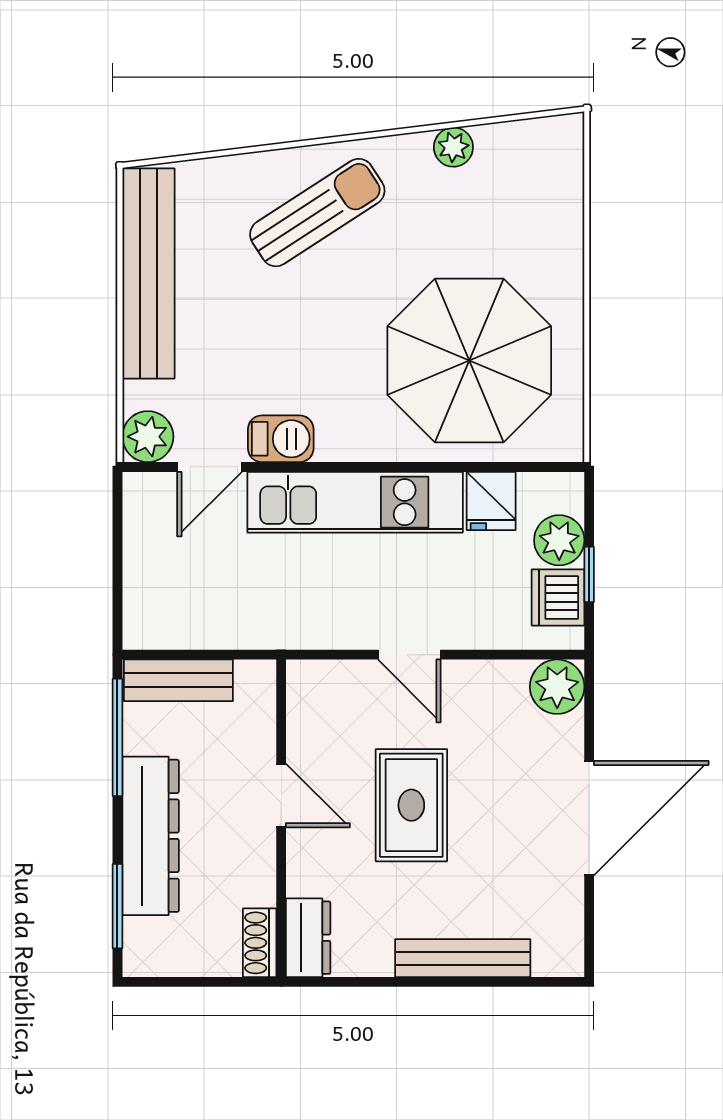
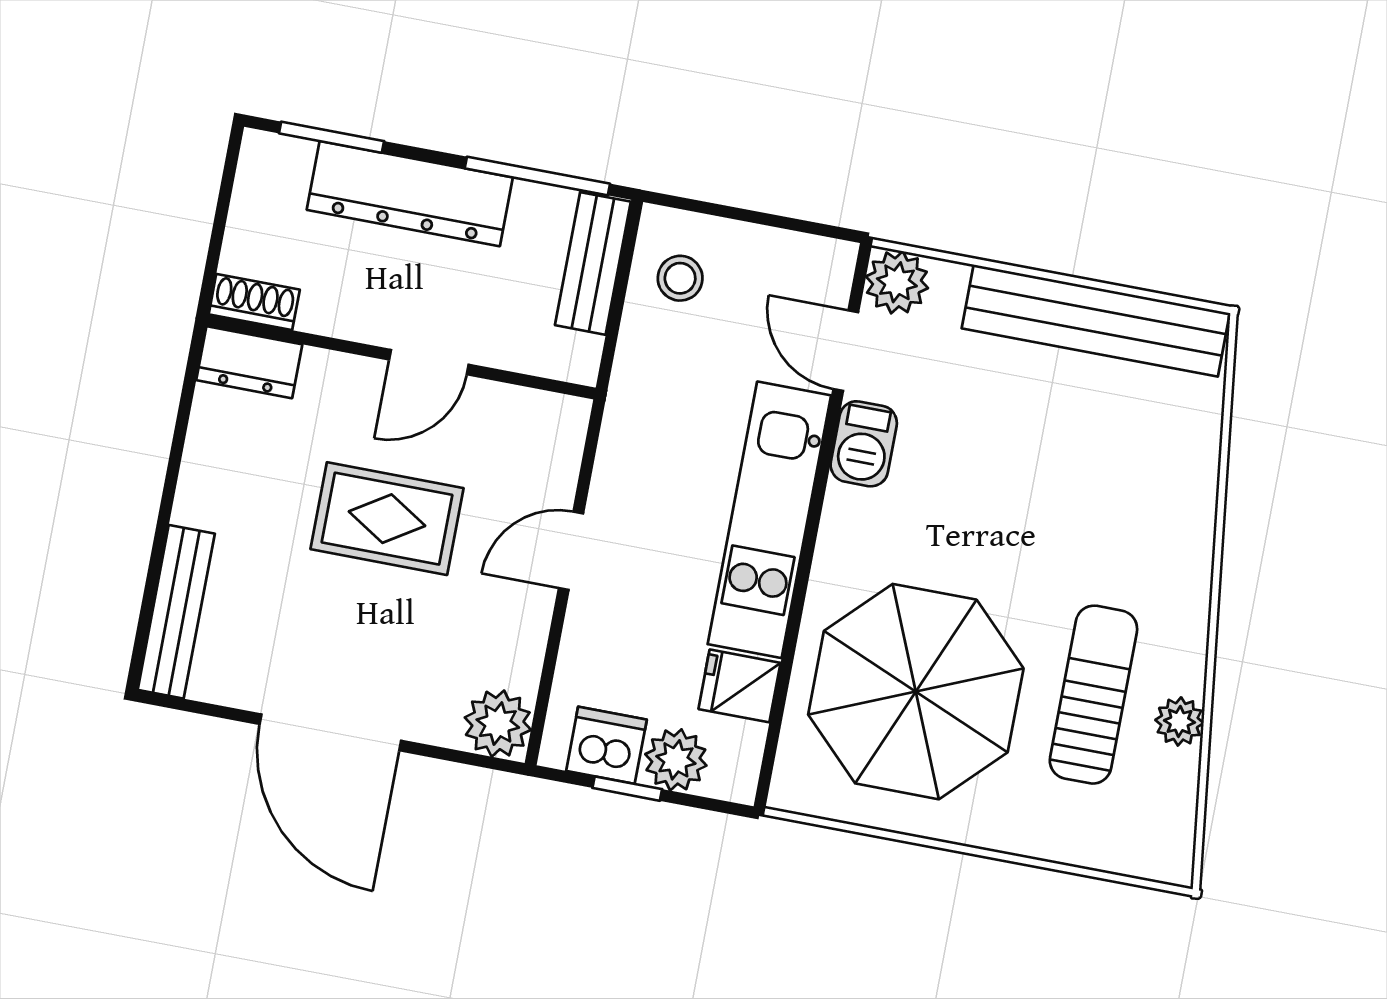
sun lounger: (317, 213) -> (1093, 695), moved, turned -147
stool: (177, 609) -> (680, 278), added
bench: (463, 958) -> (176, 612), moved

